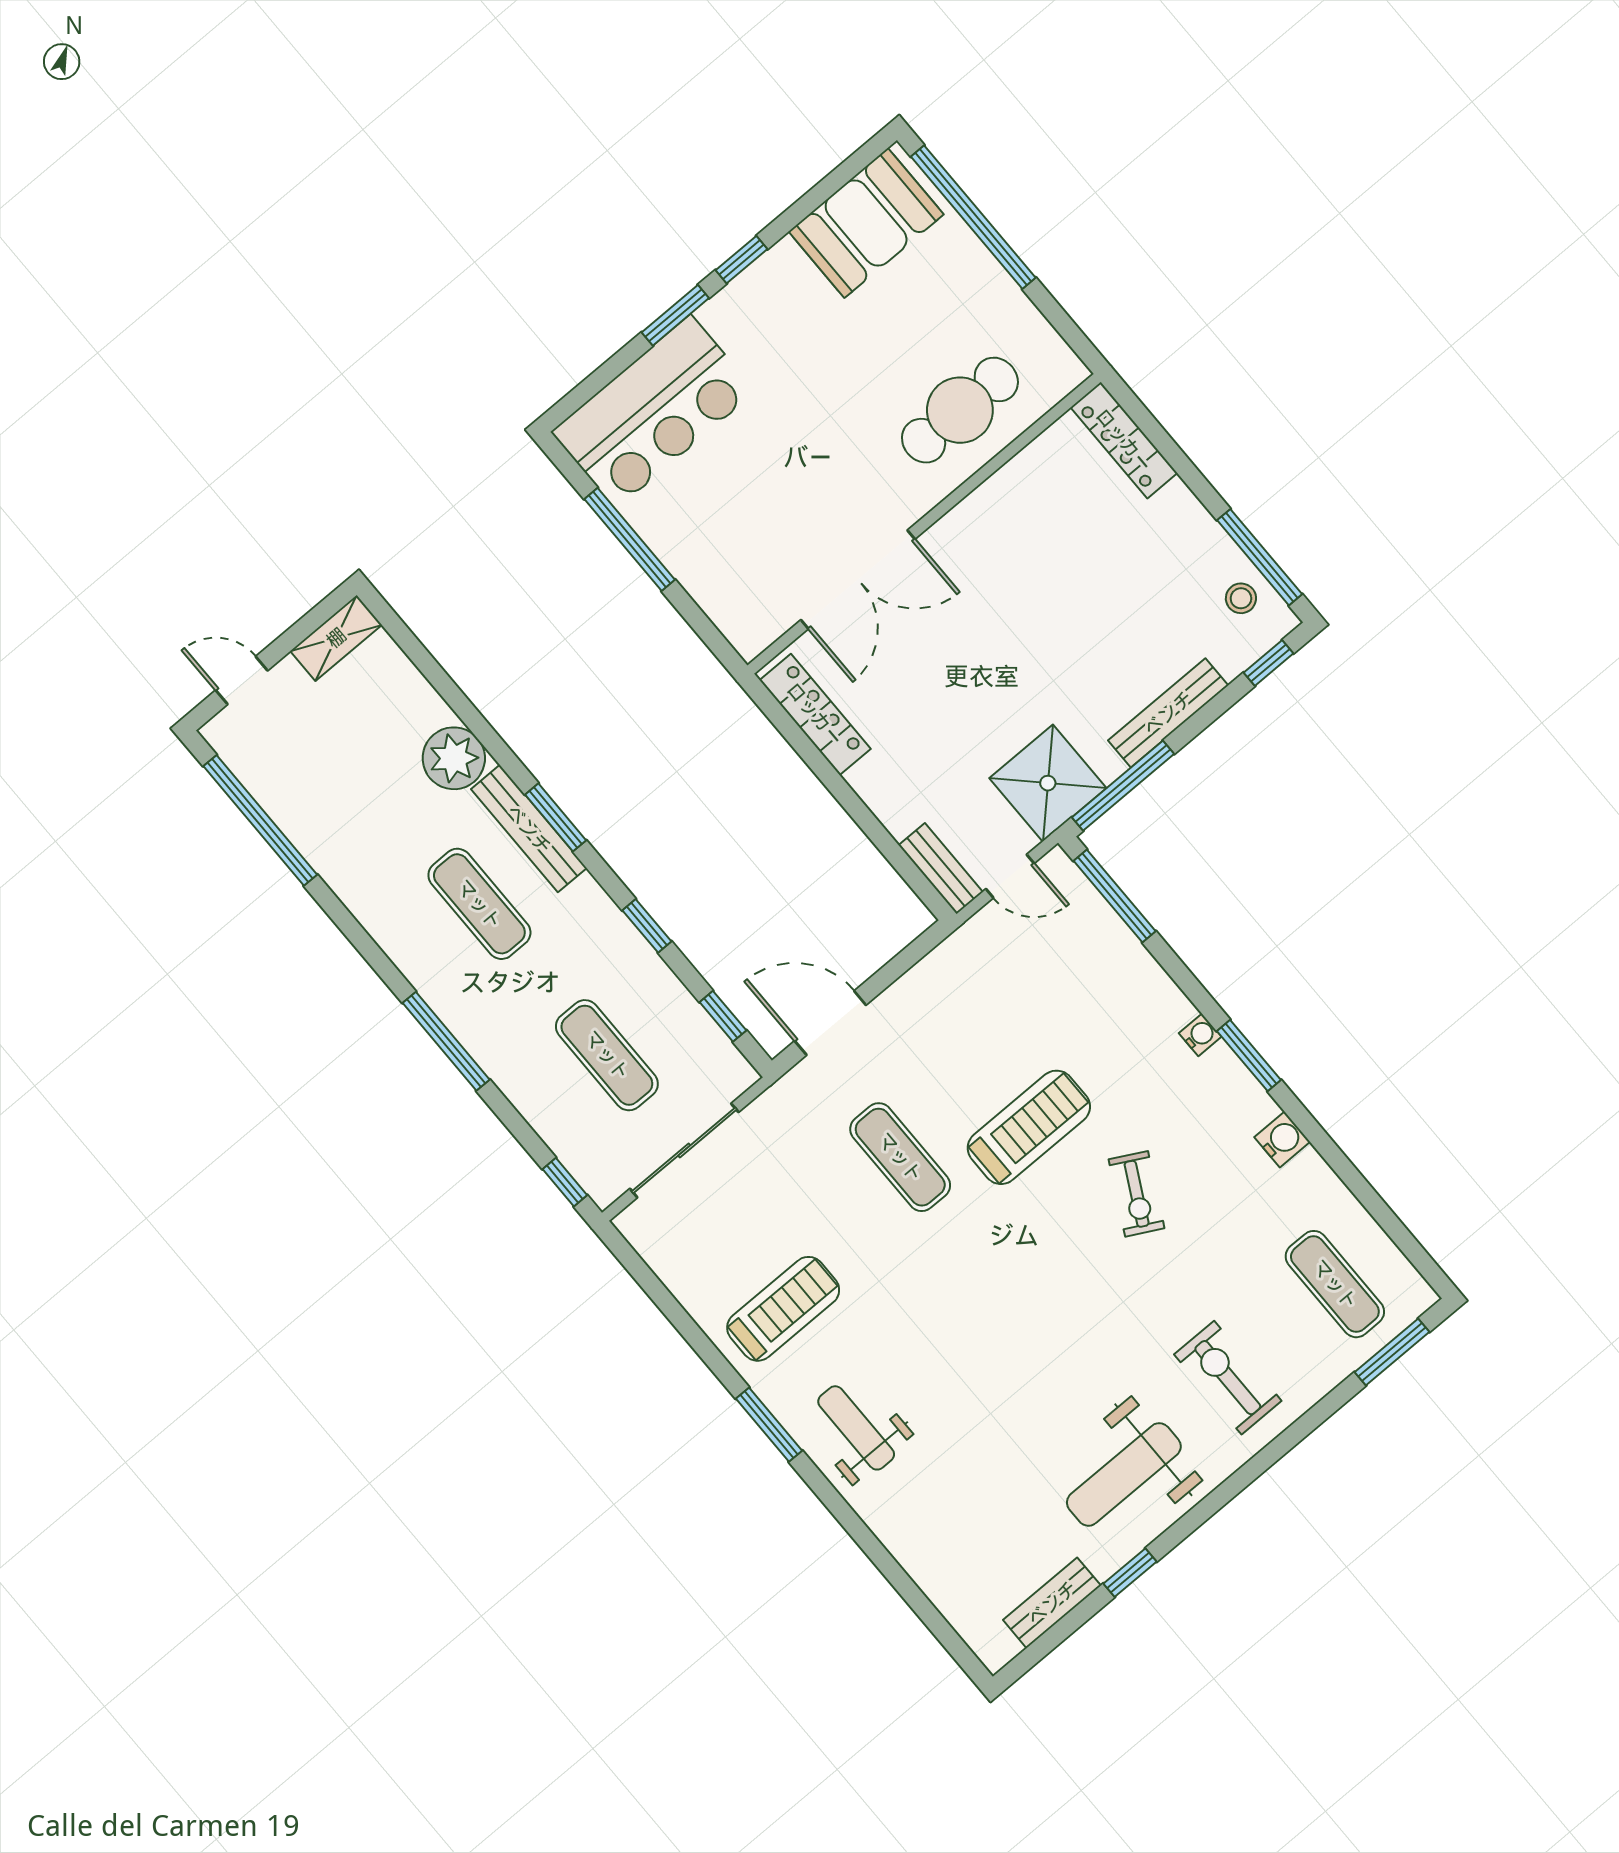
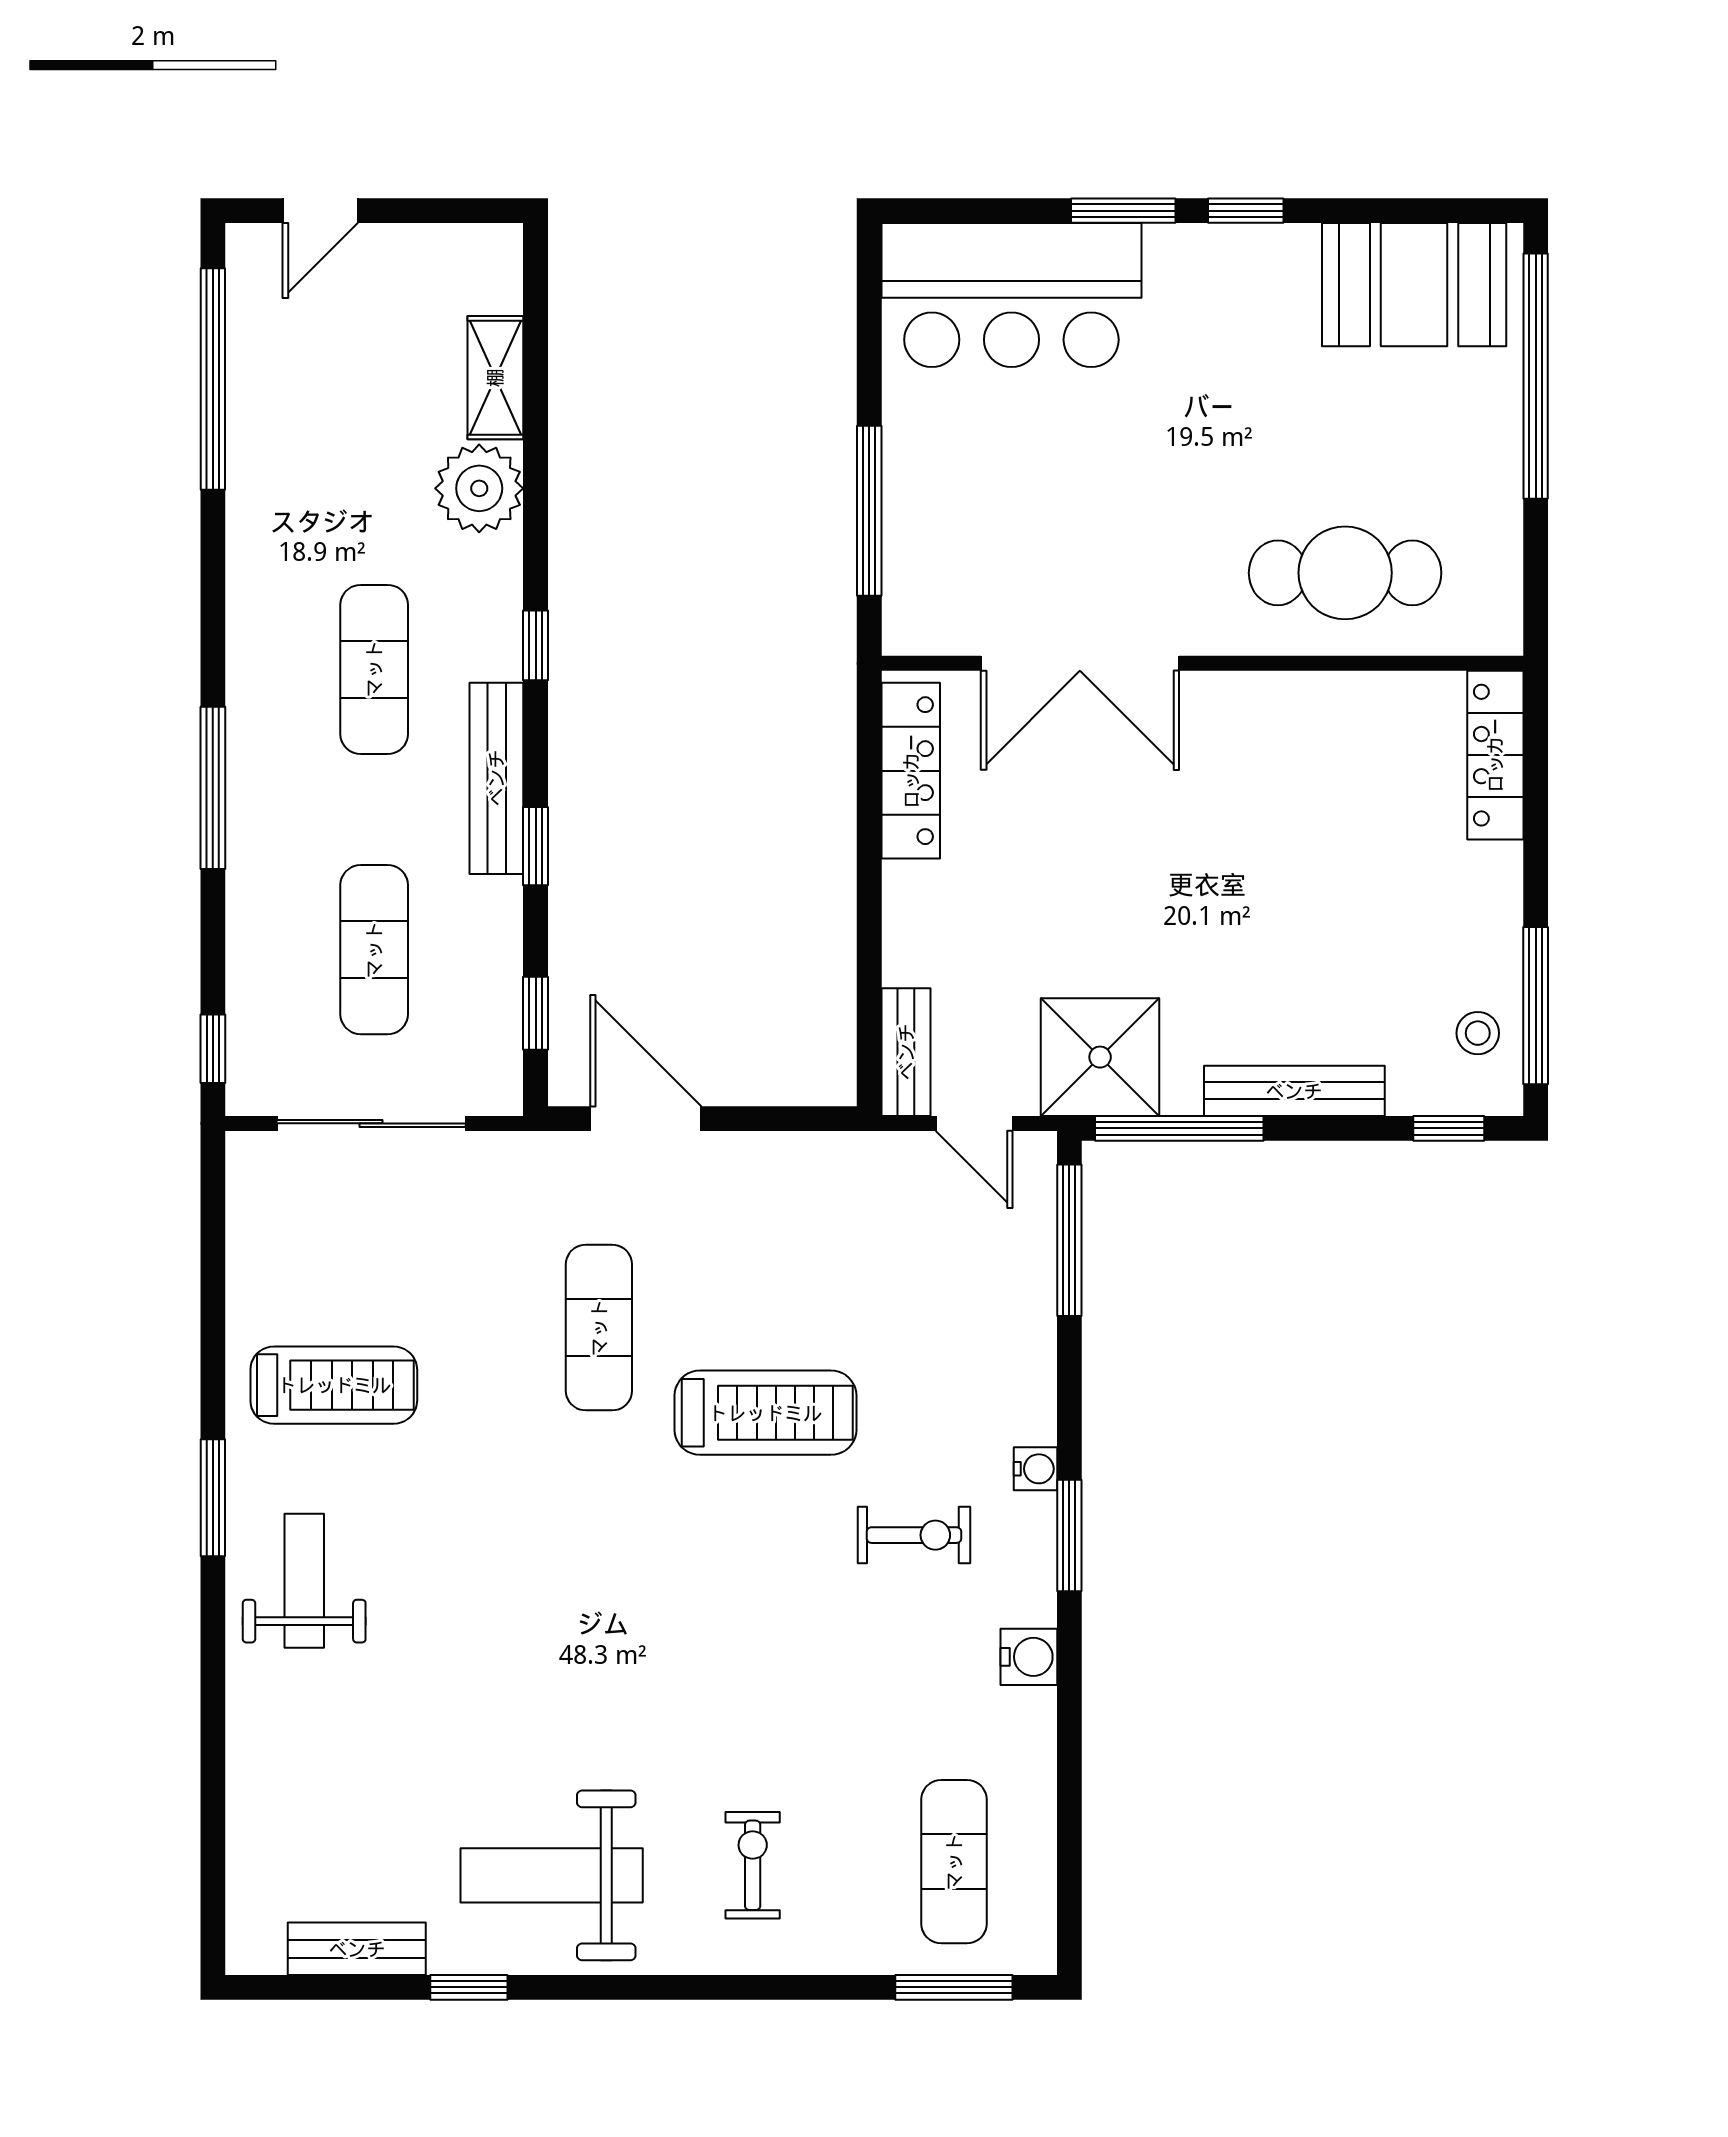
window: (630, 539) -> (869, 511), moved
shelving: (336, 638) -> (495, 378), moved, turned 90
door: (242, 680) -> (320, 211), swing flipped
window: (556, 817) -> (536, 645), width x0.67
bench: (529, 829) -> (496, 778), moved
exercise bike: (1137, 1194) -> (914, 1535), moved, turned -118
exercise bike: (1228, 1378) -> (753, 1865), width x0.73, depth x0.72

